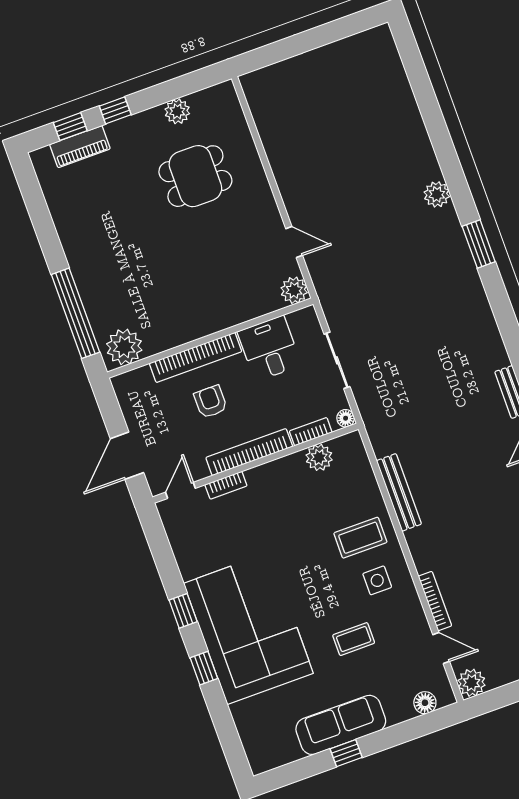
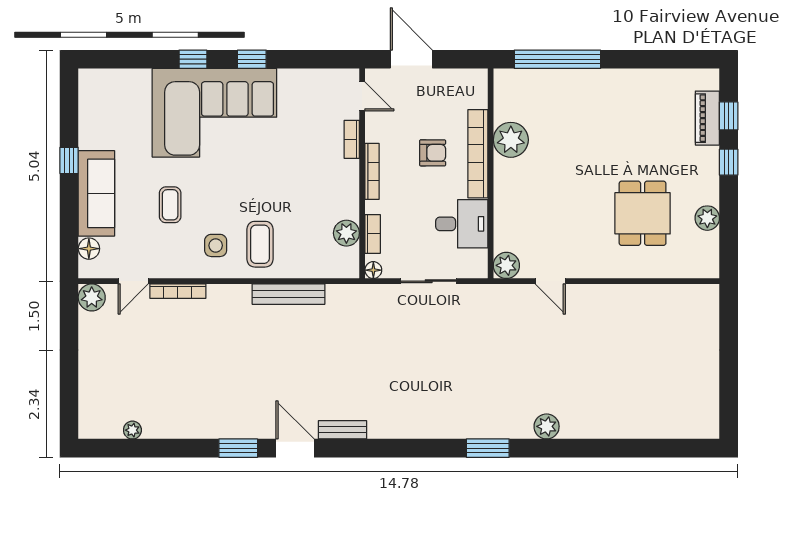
door: (294, 242) -> (550, 281), hinge flipped
plant: (124, 347) -> (511, 140), moved
bookcase: (249, 452) -> (372, 171), width x0.68, depth x0.76
sofa: (341, 725) -> (96, 193), moved

